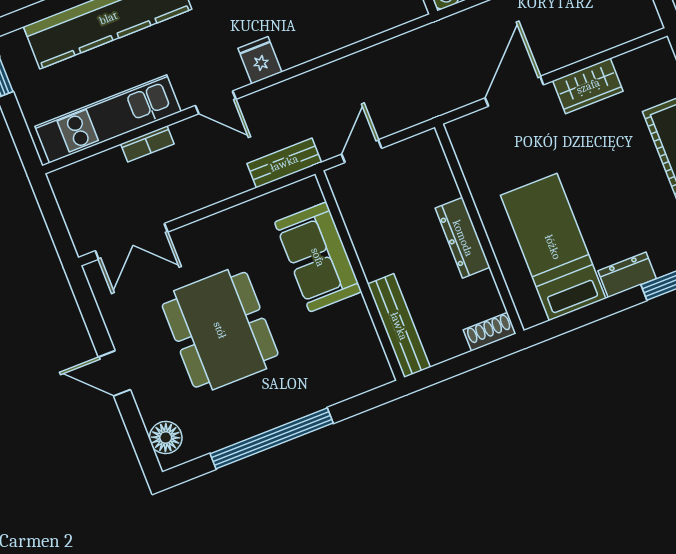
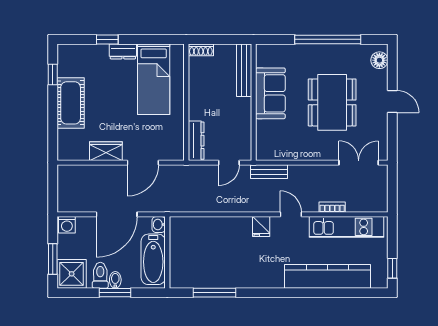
dresser: (463, 238) -> (196, 141), moved
sofa: (318, 257) -> (270, 93), moved

